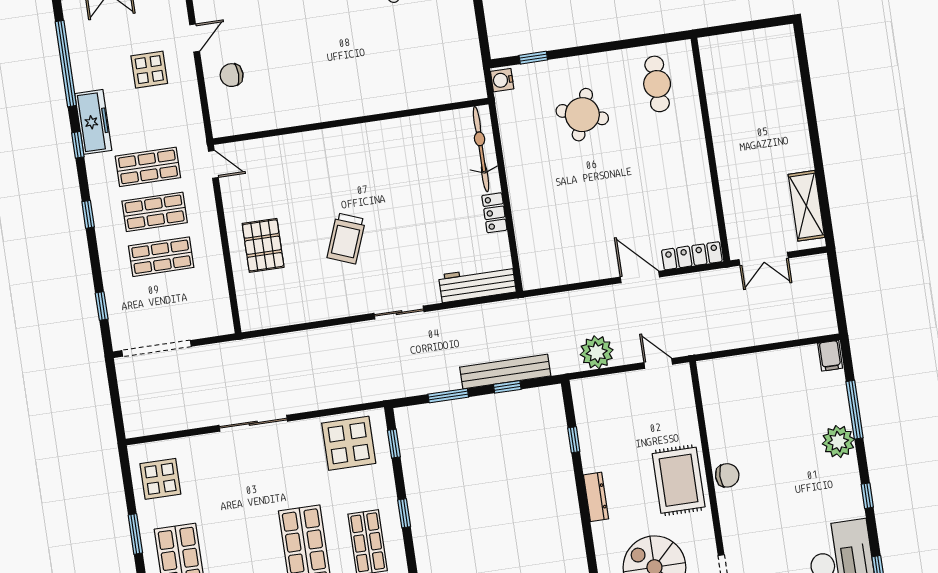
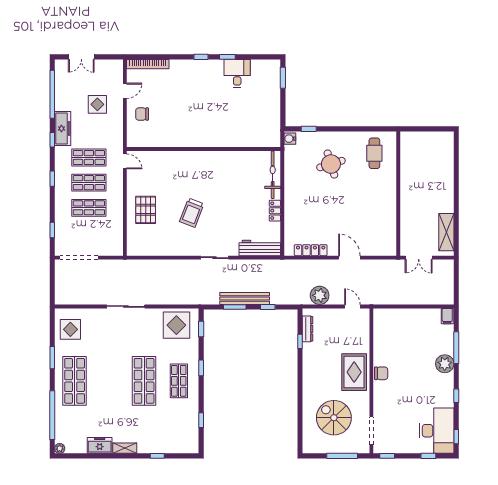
round table: (582, 115) -> (331, 164), turned -36
locker: (692, 256) -> (311, 250), moved
bench: (505, 372) -> (245, 298), moved
dresser: (596, 497) -> (308, 329), moved

